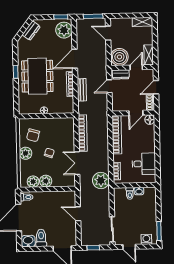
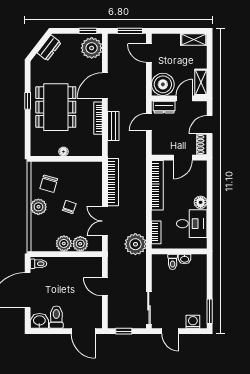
floor lamp: (150, 120) -> (201, 202), moved
plant: (33, 182) -> (80, 244), moved

